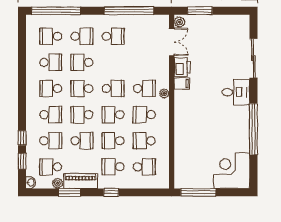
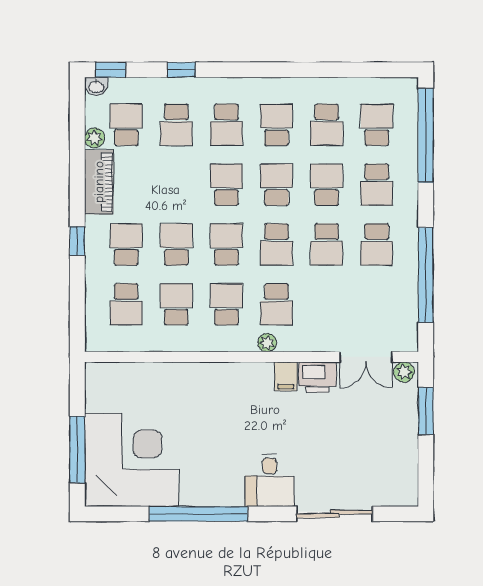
school desk: (82, 141) -> (327, 244), moved
window: (22, 161) -> (111, 70), moved
corner desk: (232, 171) -> (131, 460), width x1.36, depth x1.36
window: (70, 192) -> (77, 161), removed
window: (198, 192) -> (77, 450), moved

